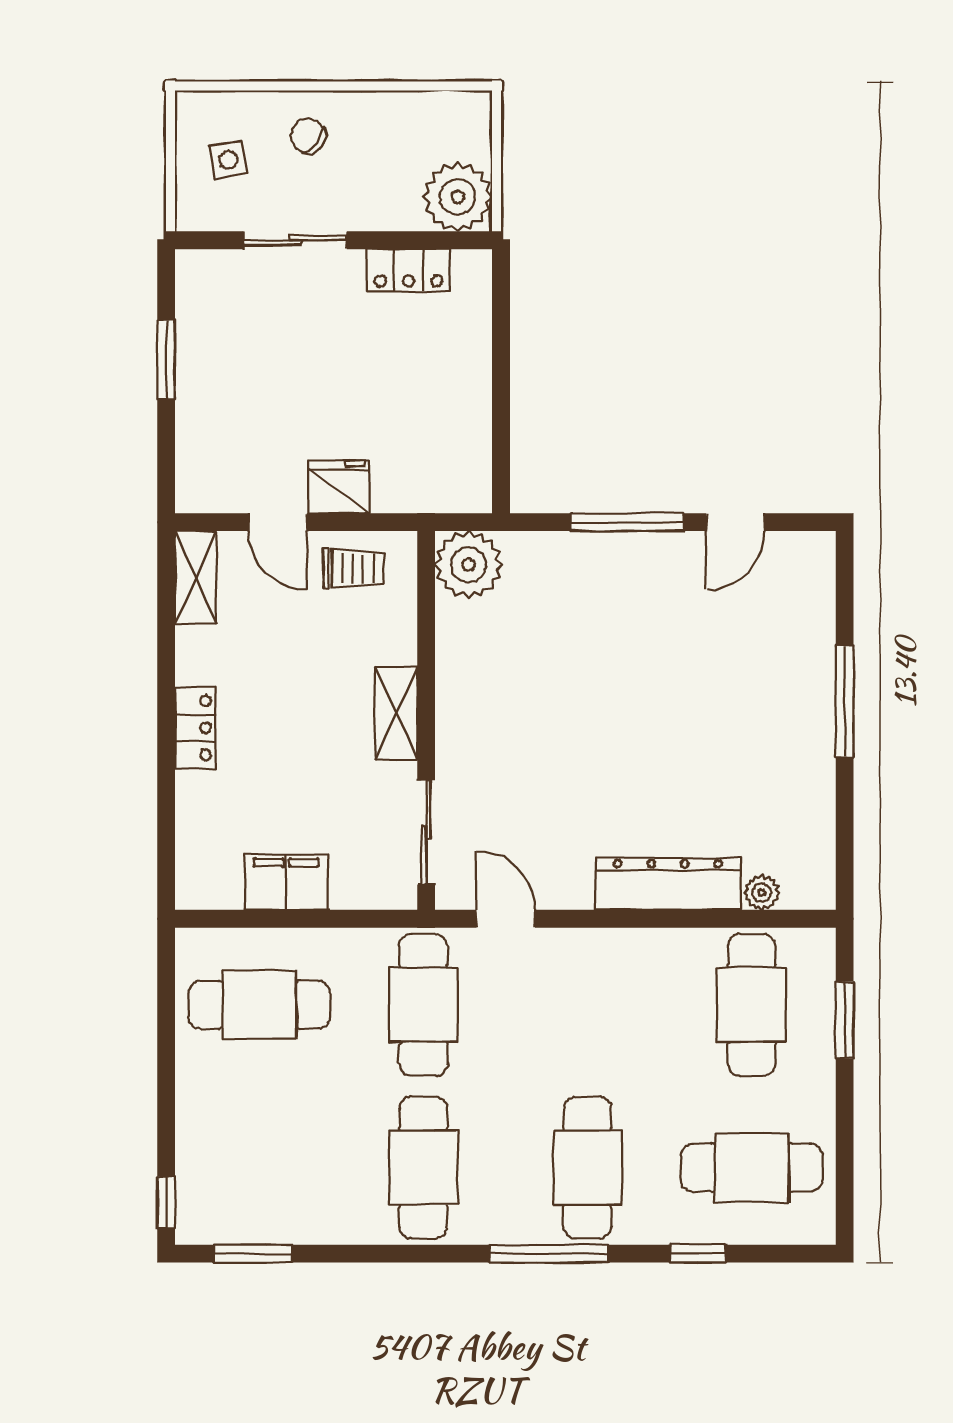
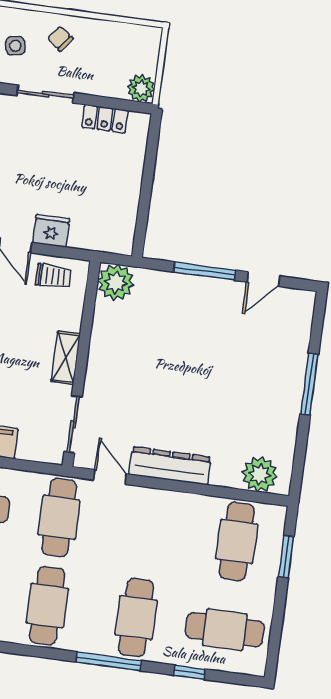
plant: (458, 197) -> (141, 88), width x0.73, depth x0.73
dresser: (668, 884) -> (170, 466), moved
plant: (762, 893) -> (260, 474), width x1.87, depth x1.87

